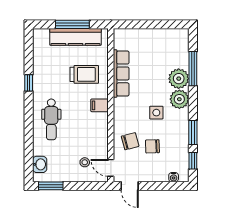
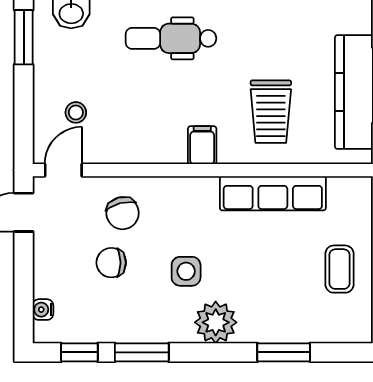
coffee table: (155, 43) -> (339, 269), added
window: (193, 69) -> (284, 352), width x0.69
plant: (179, 79) -> (261, 321), removed
chair: (152, 146) -> (111, 263), turned -88

